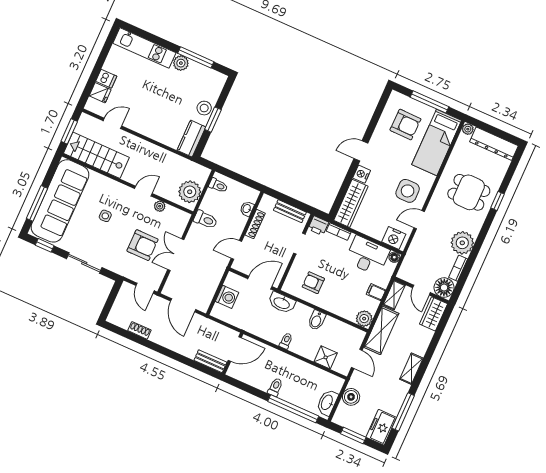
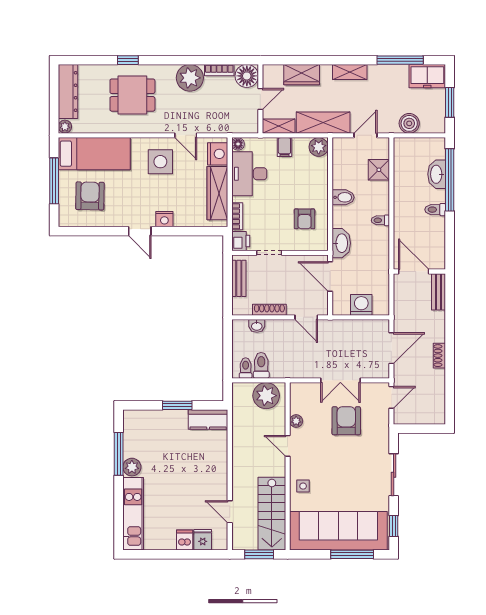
stool: (204, 108) -> (169, 420), removed
dining table: (469, 192) -> (132, 95), turned 90
wardrobe: (351, 203) -> (217, 193), moved, turned -90
side table: (105, 216) -> (303, 486), moved
toilet: (205, 220) -> (261, 365), moved
wardrobe: (433, 314) -> (302, 75), moved
shoe rack: (139, 330) -> (439, 356), moved
washbasin: (327, 403) -> (437, 174), moved, turned 90

